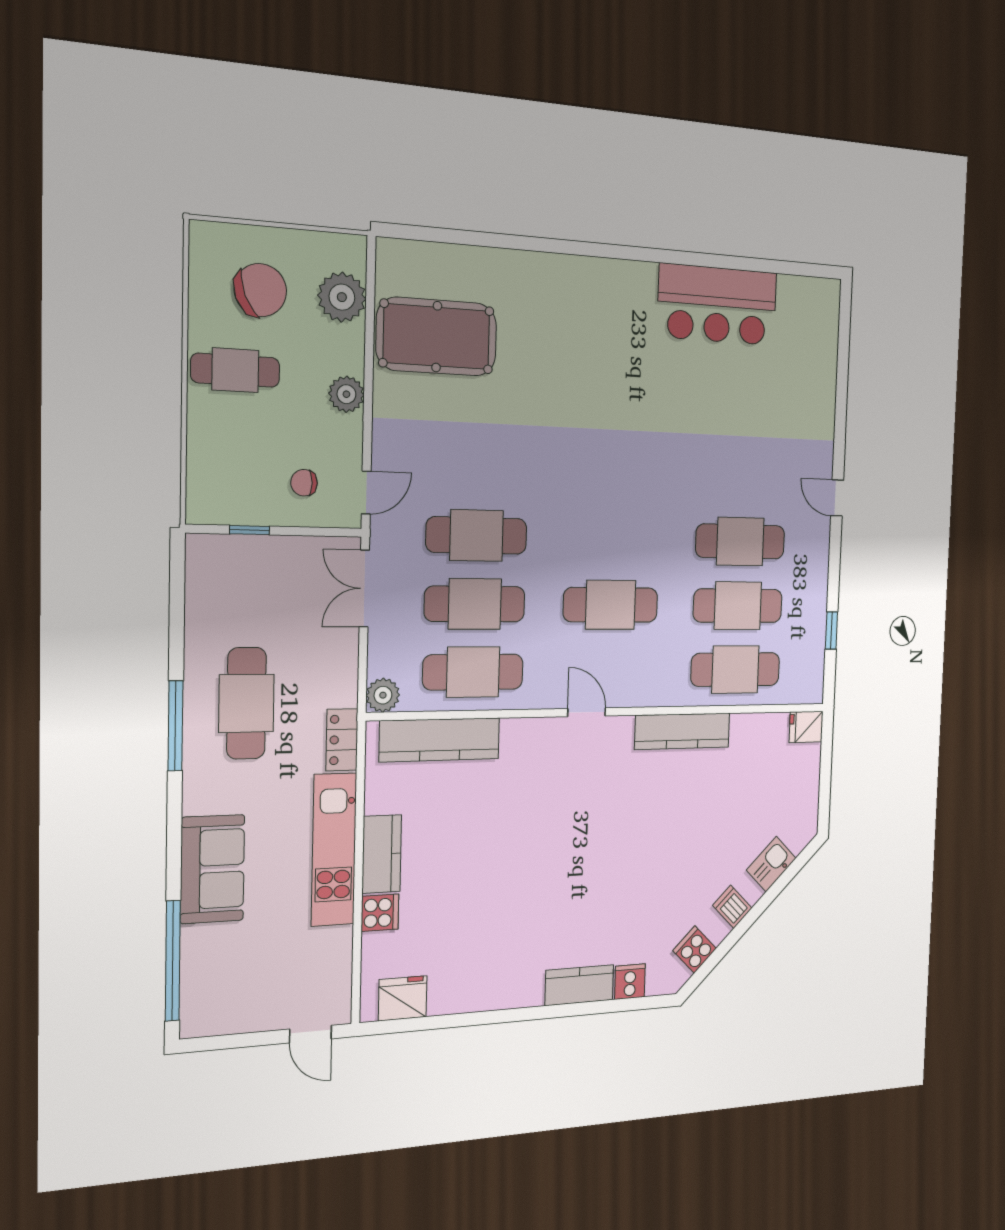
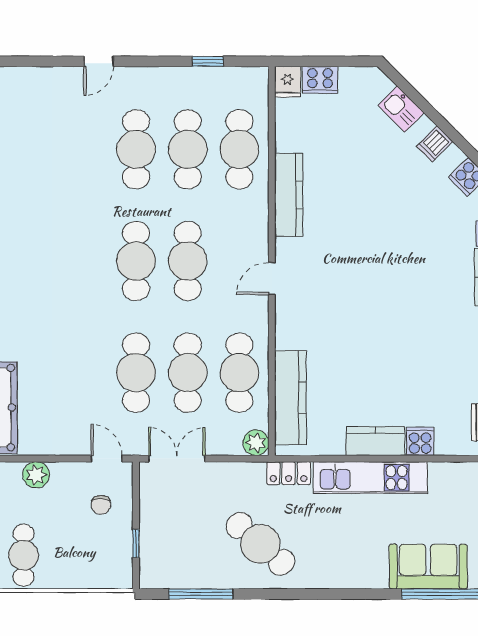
cafe table: (613, 539) -> (136, 261), added
double door: (364, 588) -> (177, 459), swing flipped
cafe table: (246, 703) -> (260, 544), turned 41
window: (175, 726) -> (201, 594), moved
cooker: (806, 766) -> (320, 80), added
sofa: (212, 869) -> (428, 567), moved

